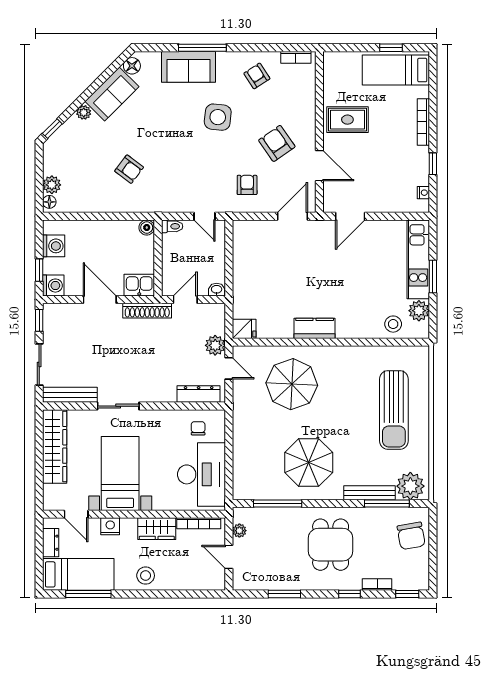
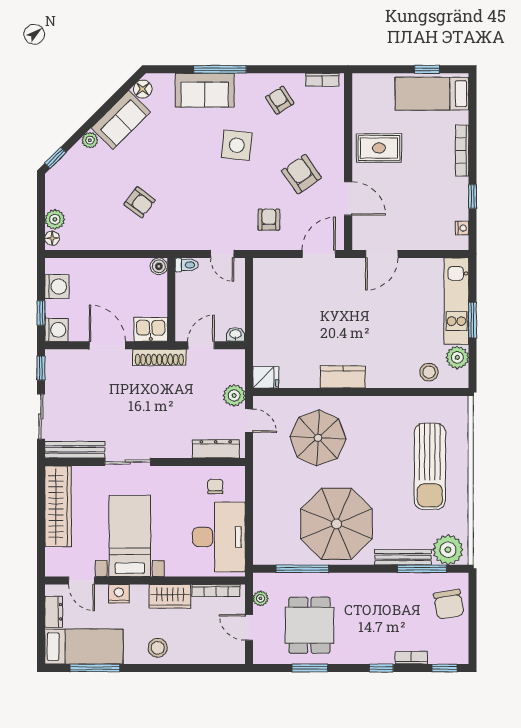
parasol: (309, 463) -> (336, 524), width x1.36, depth x1.36
dining table: (331, 545) -> (309, 625), moved

